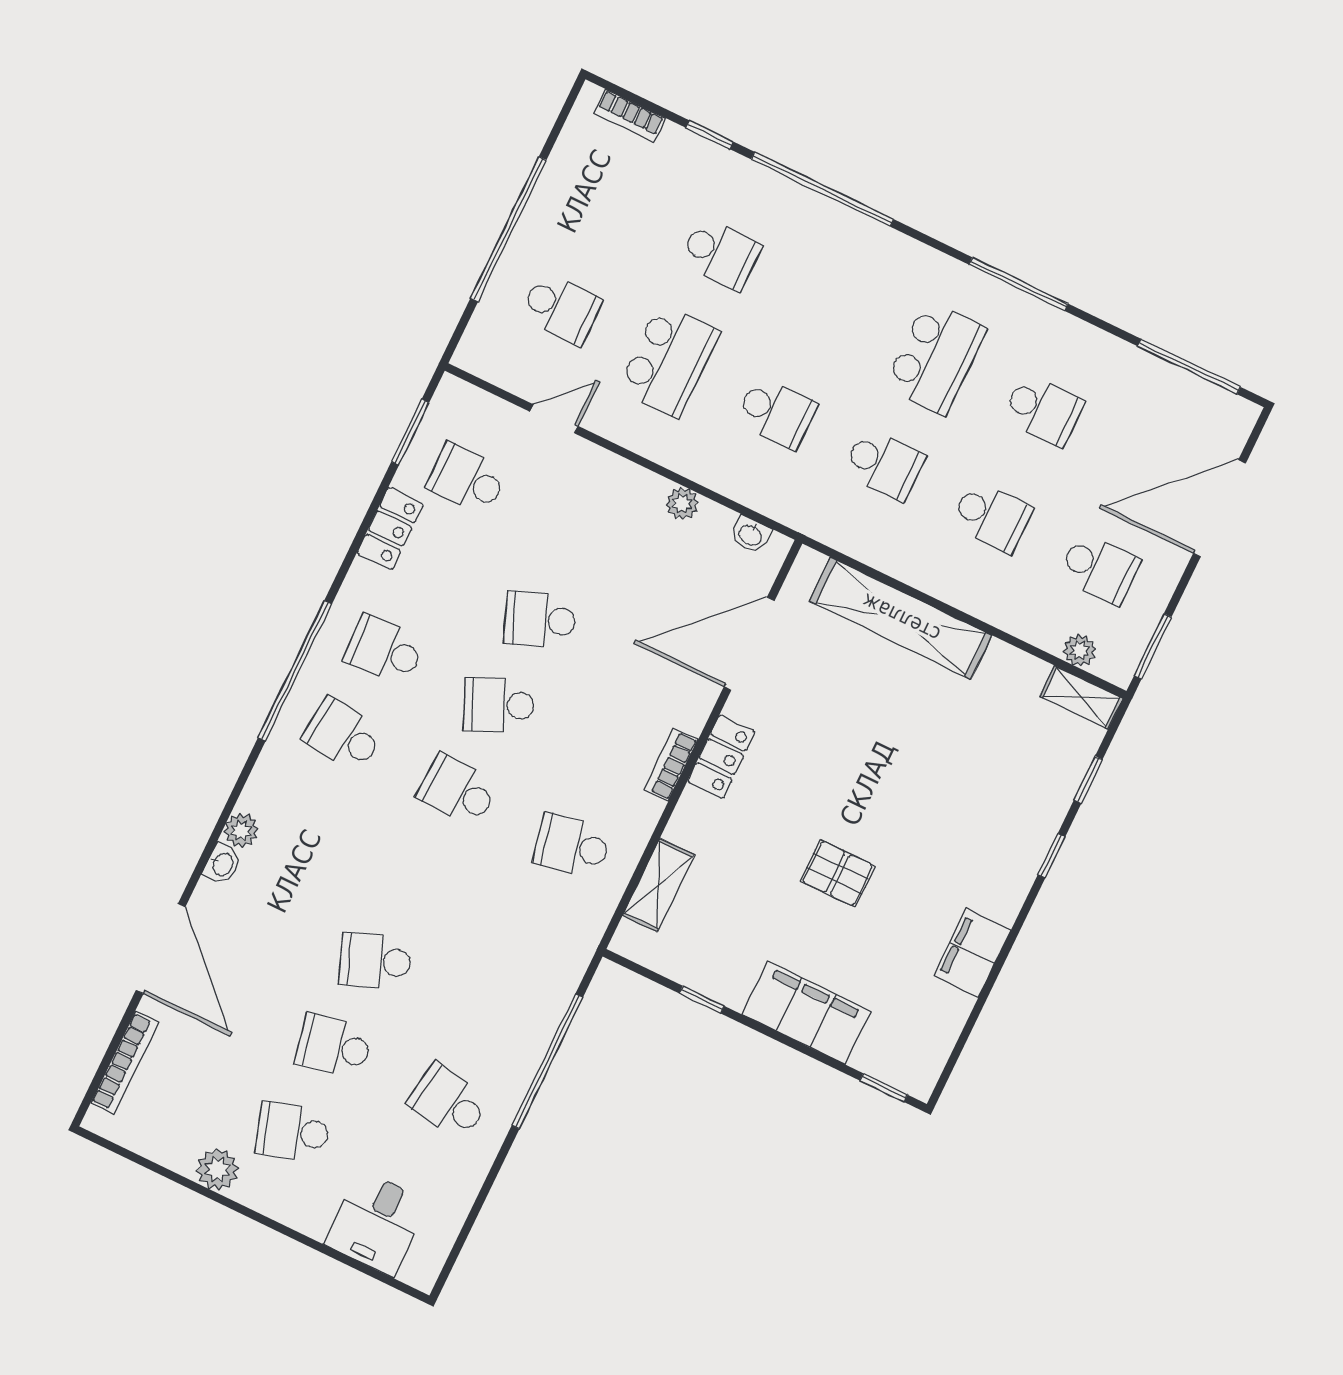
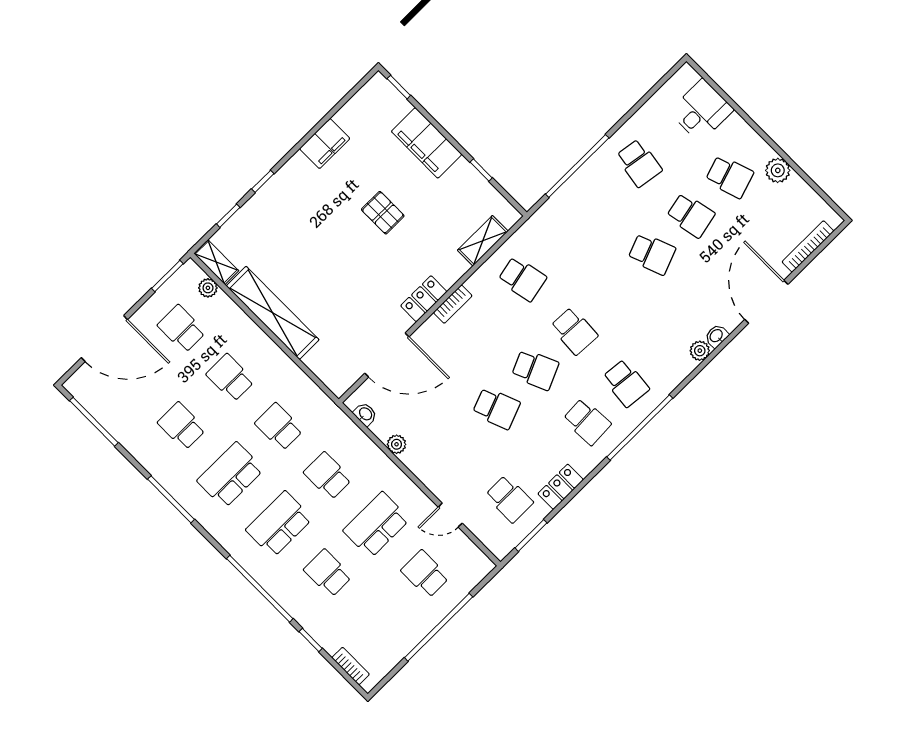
school desk: (828, 306) -> (279, 524), added
shelving: (901, 618) -> (273, 313), moved

